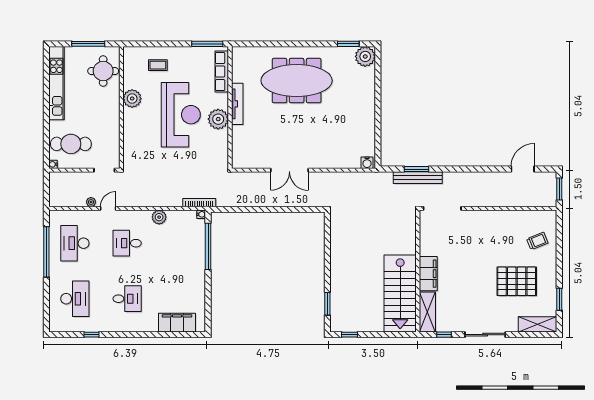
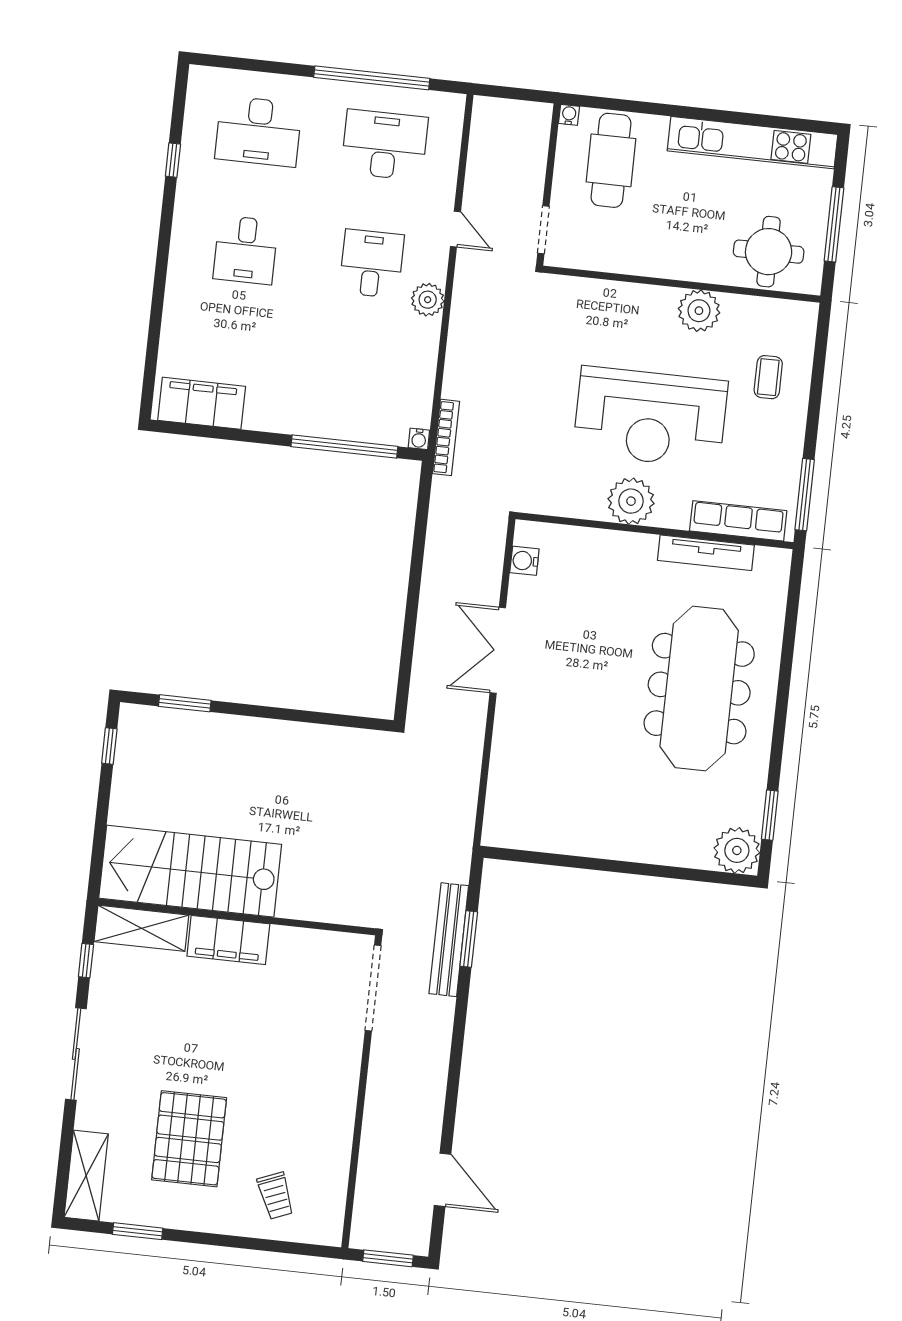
tv unit: (237, 104) -> (706, 553), moved
water cooler: (367, 163) -> (524, 561), moved
plant: (91, 202) -> (474, 192), removed
plant: (159, 217) -> (428, 300), moved
filing cabinet: (177, 323) -> (202, 403), moved, turned -90

